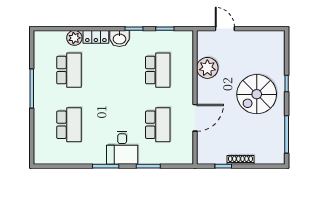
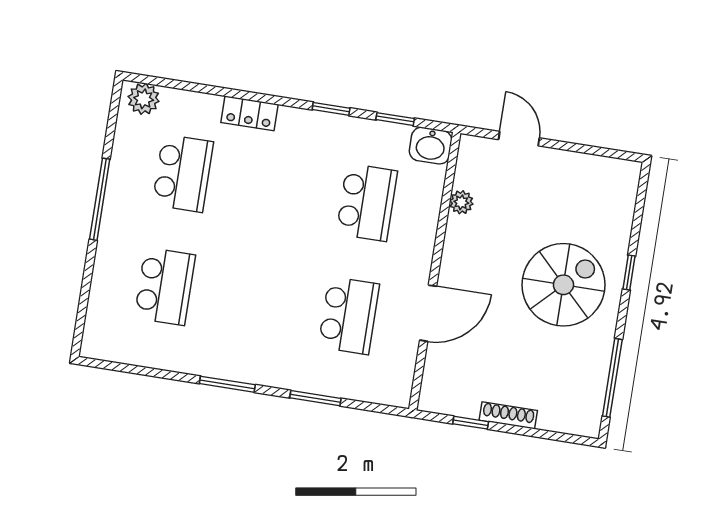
plant: (74, 38) -> (144, 99), moved
washbasin: (119, 39) -> (431, 146), moved
plant: (207, 68) -> (461, 202), width x0.53, depth x0.53
spiral stairs: (257, 94) -> (563, 285), turned 180
desk: (122, 148) -> (267, 351), removed

